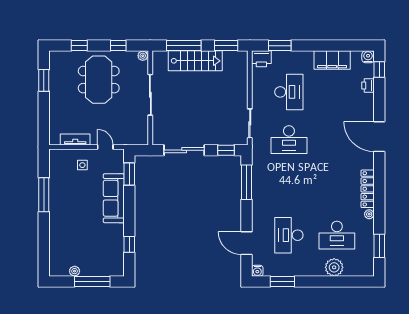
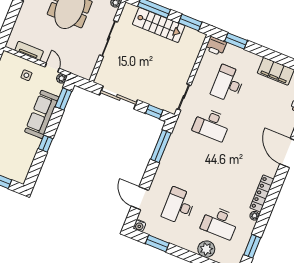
desk: (289, 92) -> (228, 84), turned 180
plant: (119, 154) -> (61, 78), added
window: (129, 244) -> (45, 144), moved

